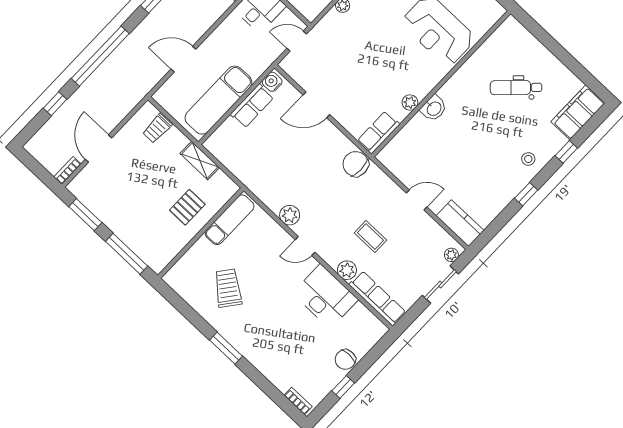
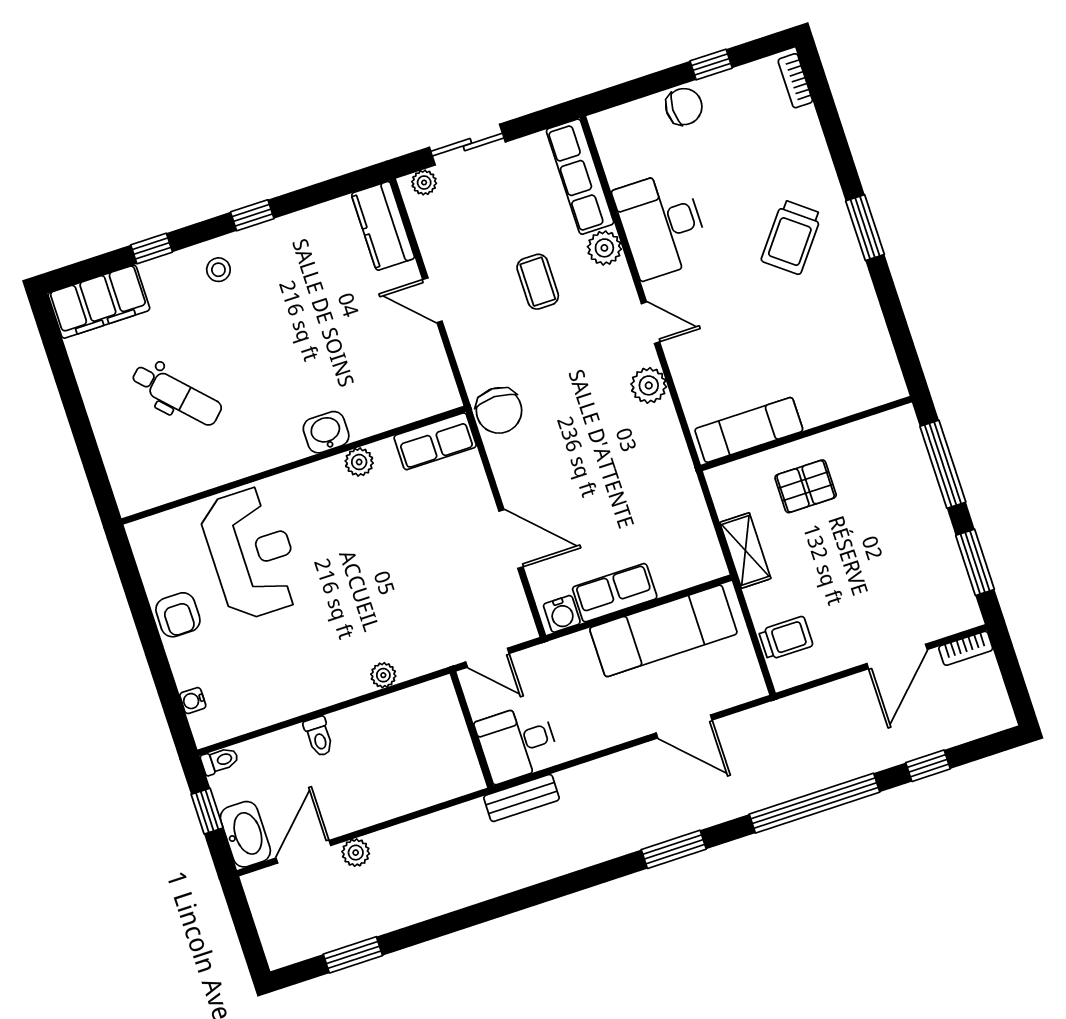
trolley: (228, 288) -> (791, 237), moved

